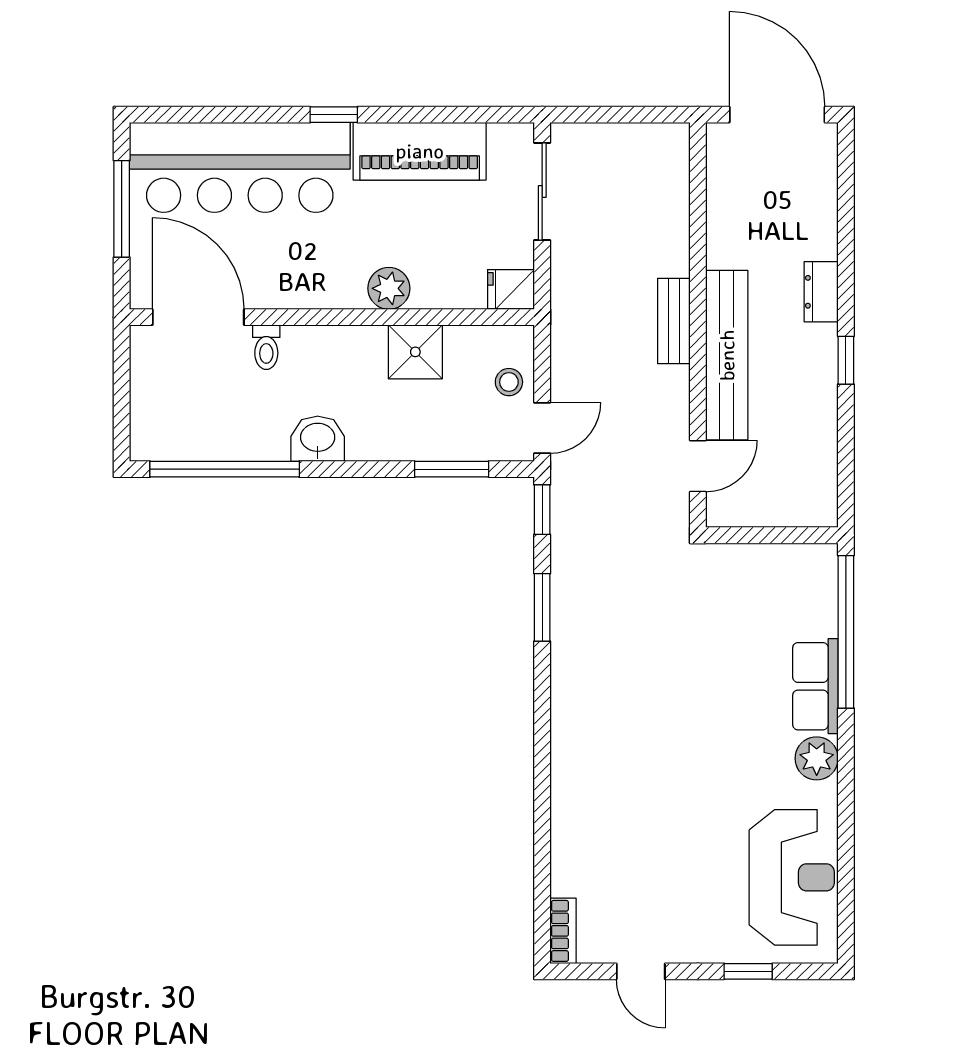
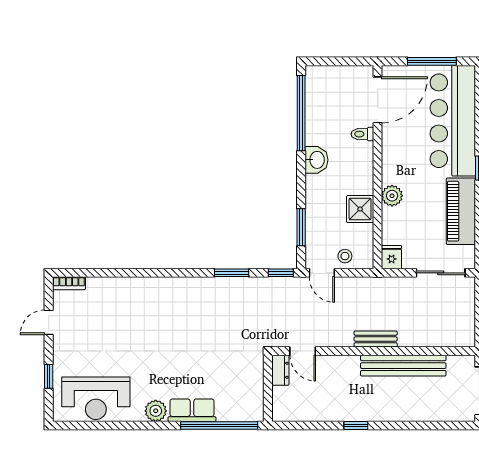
dresser: (821, 292) -> (280, 370), moved, turned 90
bench: (727, 355) -> (403, 366), moved

